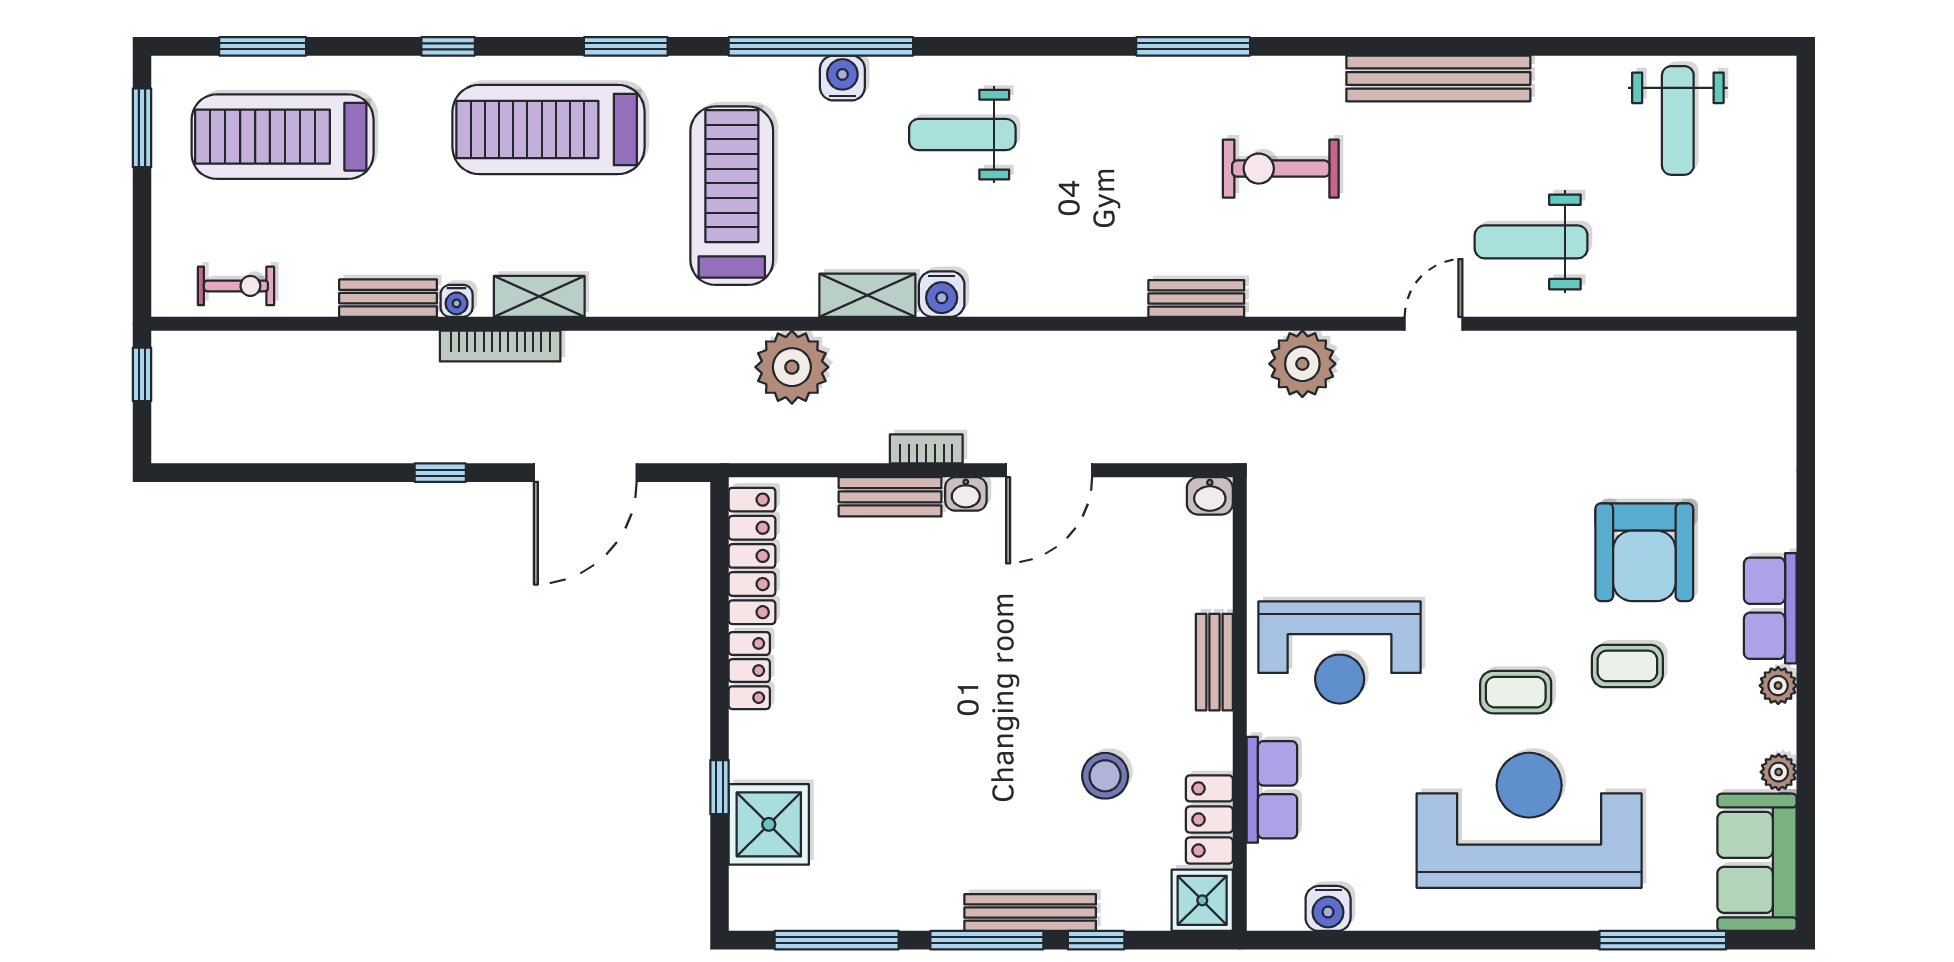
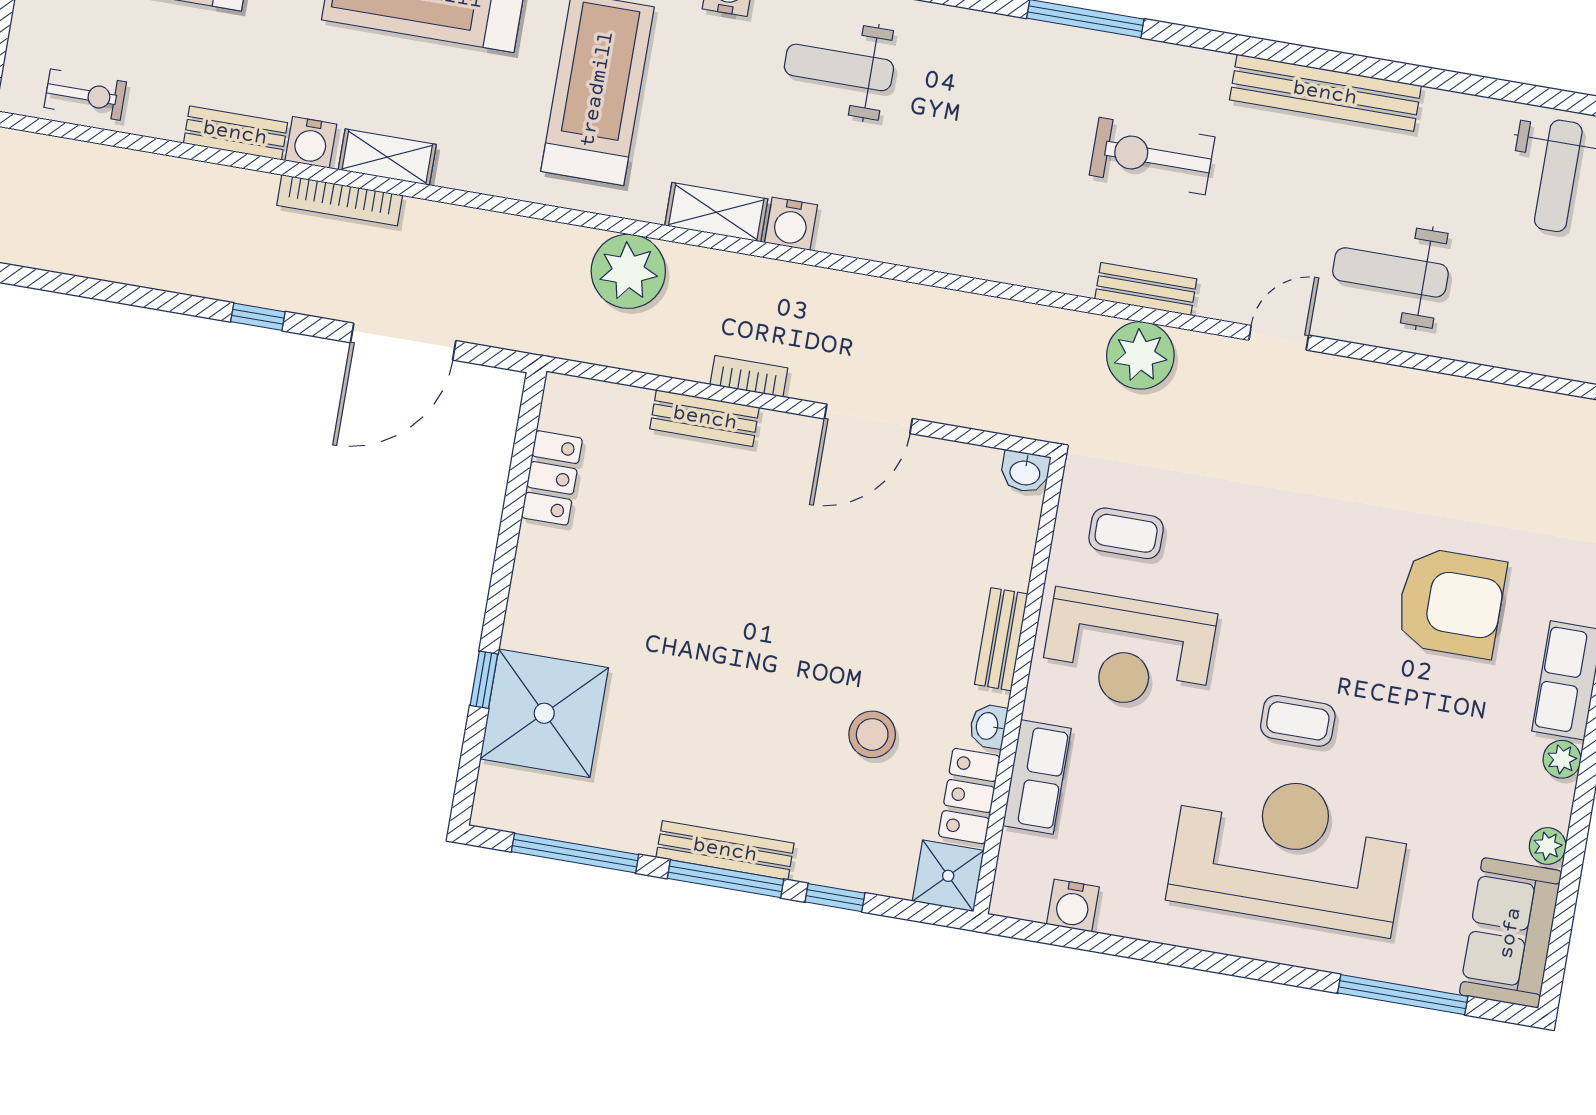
bench: (1196, 299) -> (1146, 289), moved
water cooler: (457, 301) -> (311, 142), width x1.38, depth x1.38
washbasin: (966, 494) -> (988, 726), moved, turned 90
armchair: (1644, 552) -> (1451, 603), turned -90
locker: (752, 556) -> (552, 478), width x0.66
coffee table: (1627, 666) -> (1126, 533), moved
locker: (749, 671) -> (534, 568), removed
shower: (769, 824) -> (544, 713), width x1.37, depth x1.37
bench: (1030, 913) -> (725, 850), moved

